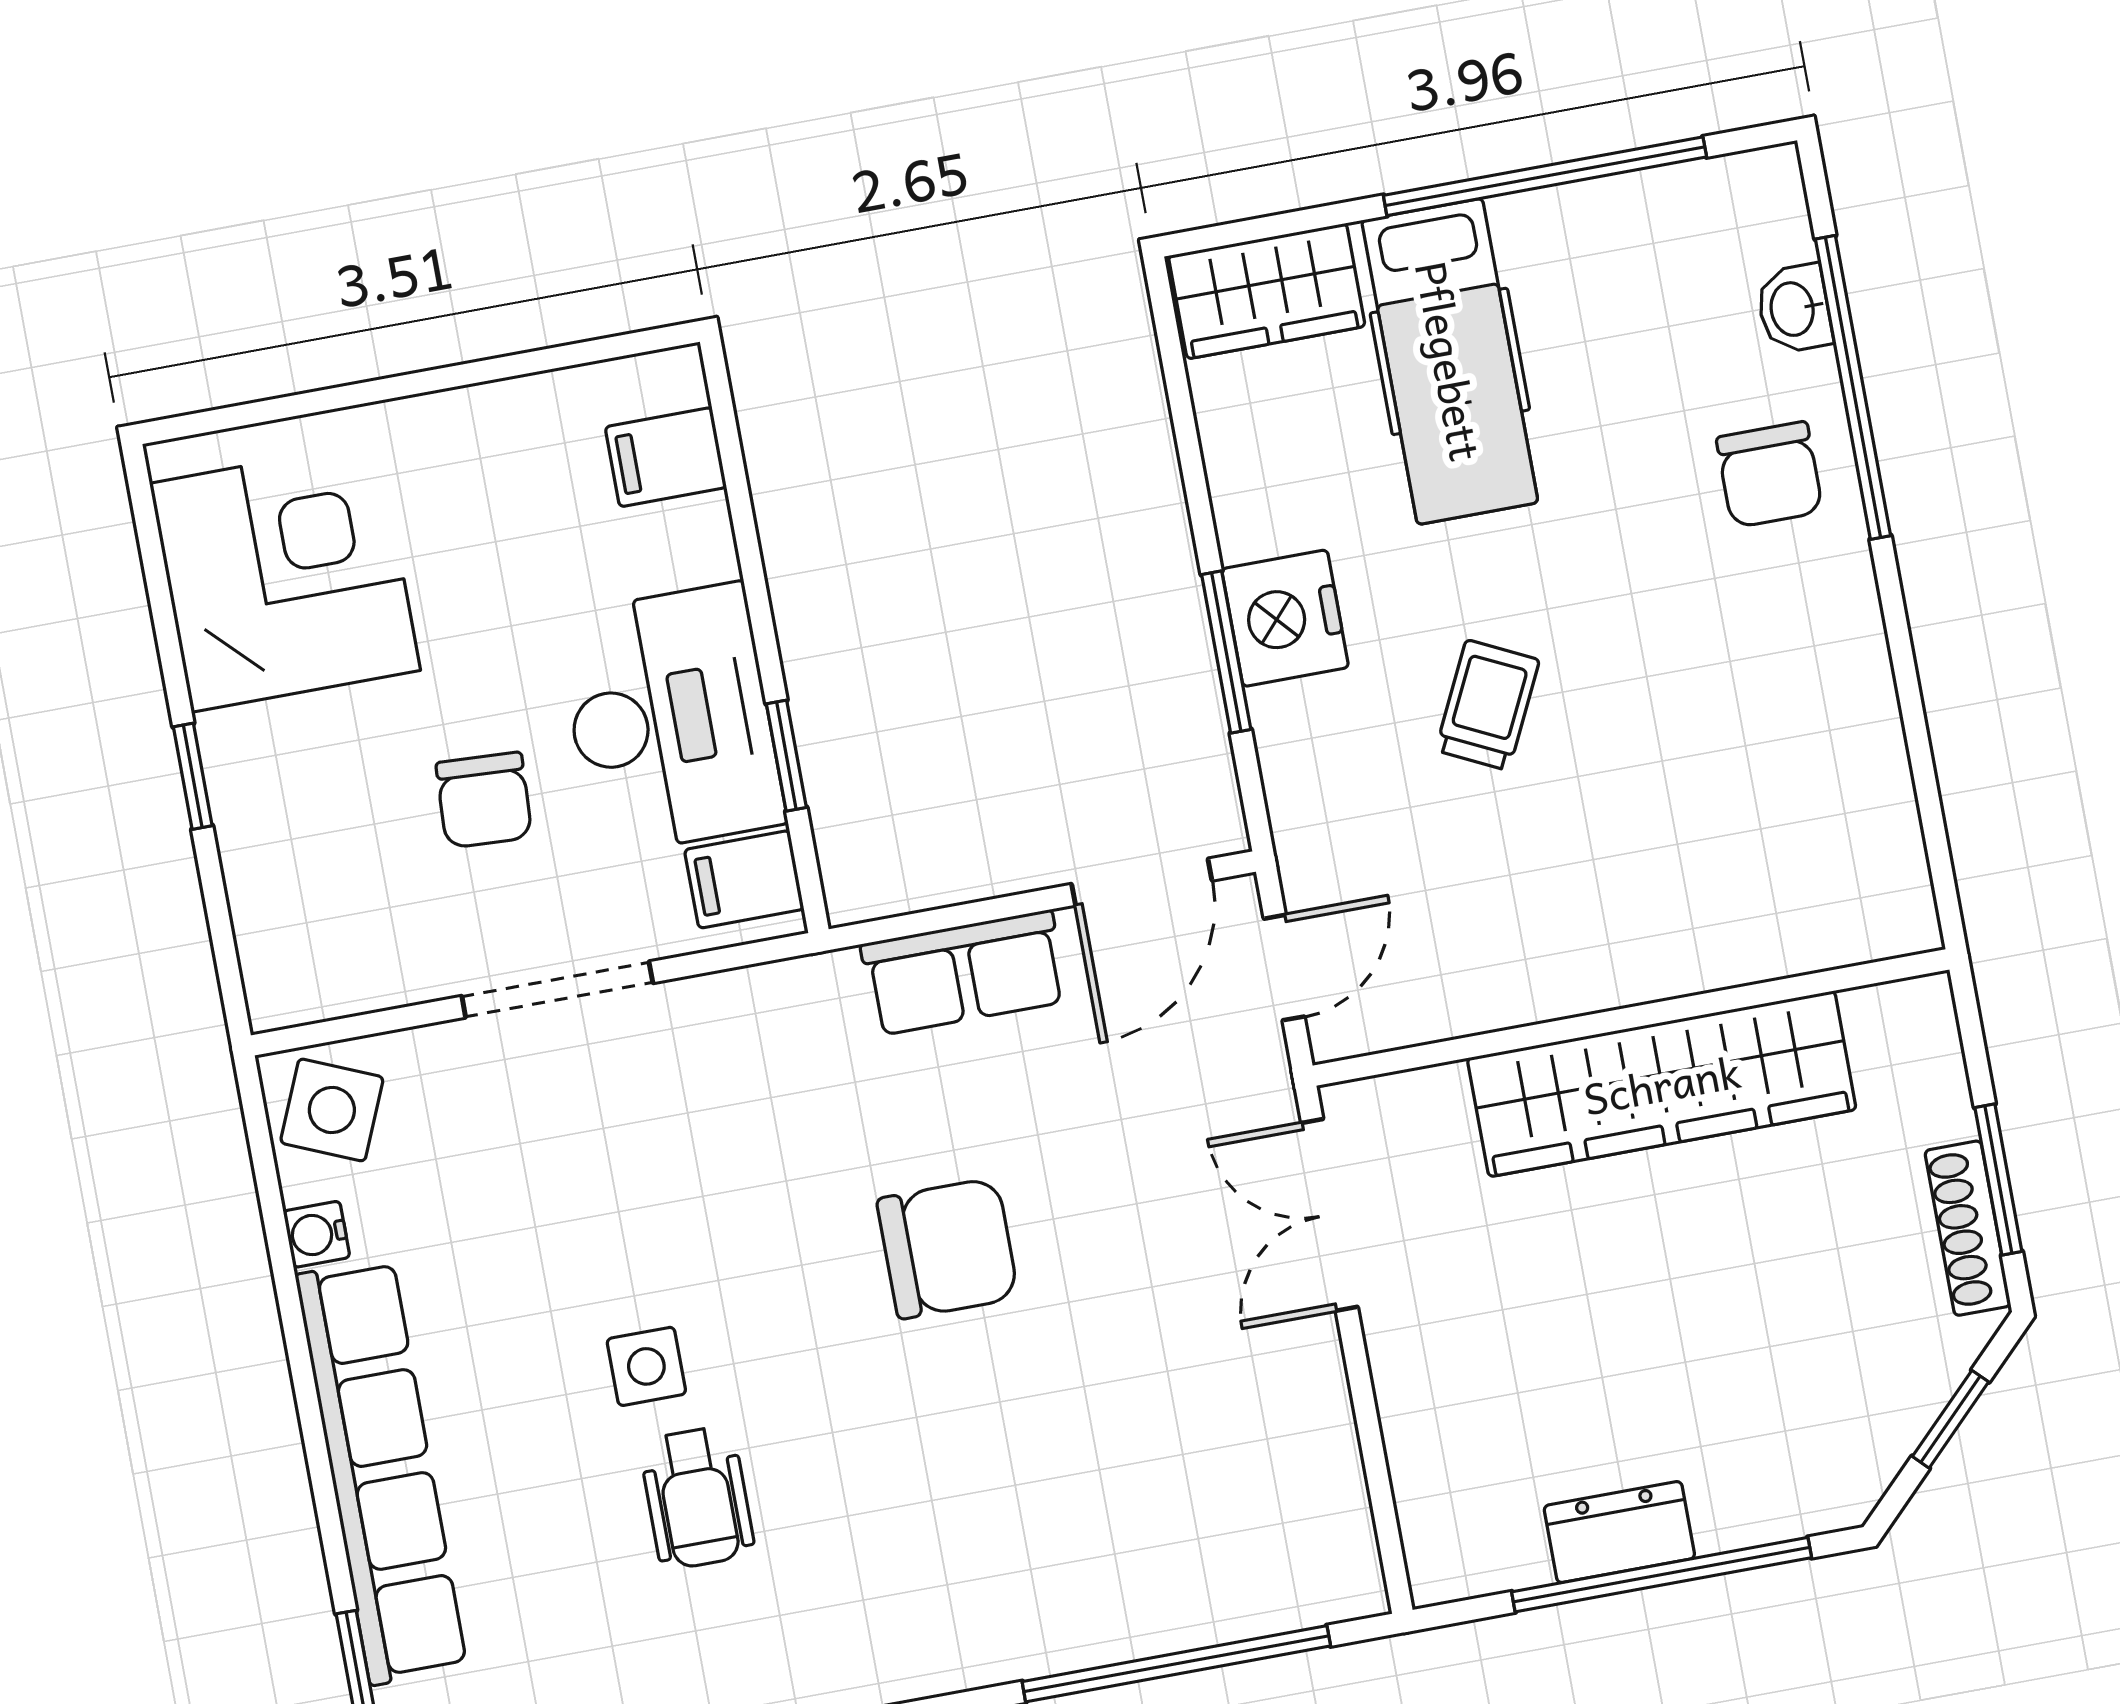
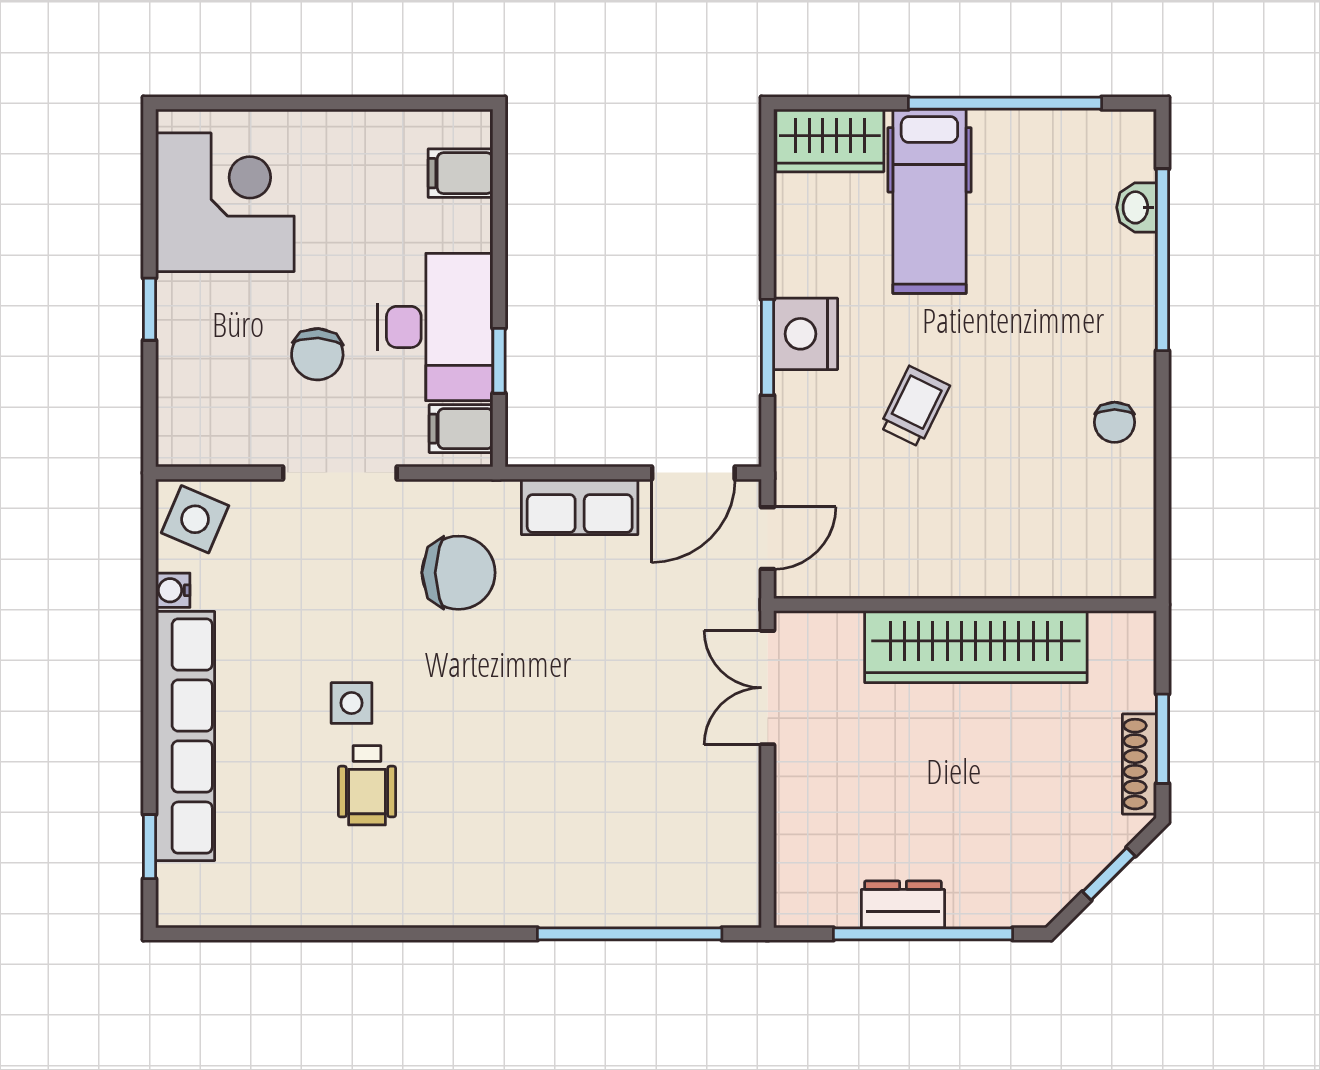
chair: (1770, 475) -> (1115, 422), moved, width x0.73, depth x0.73
chair: (948, 1248) -> (458, 573), moved

